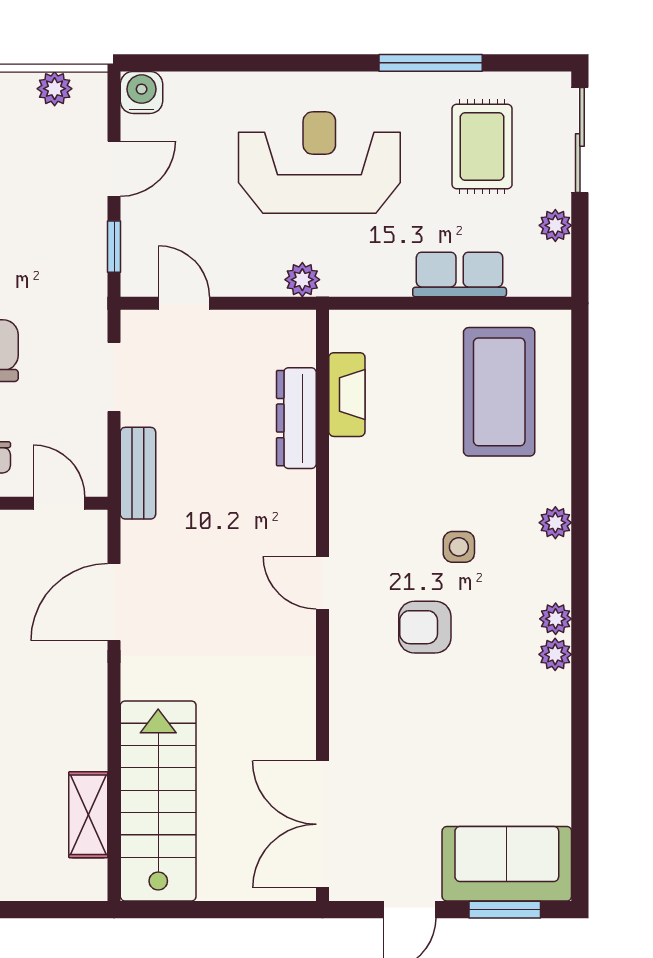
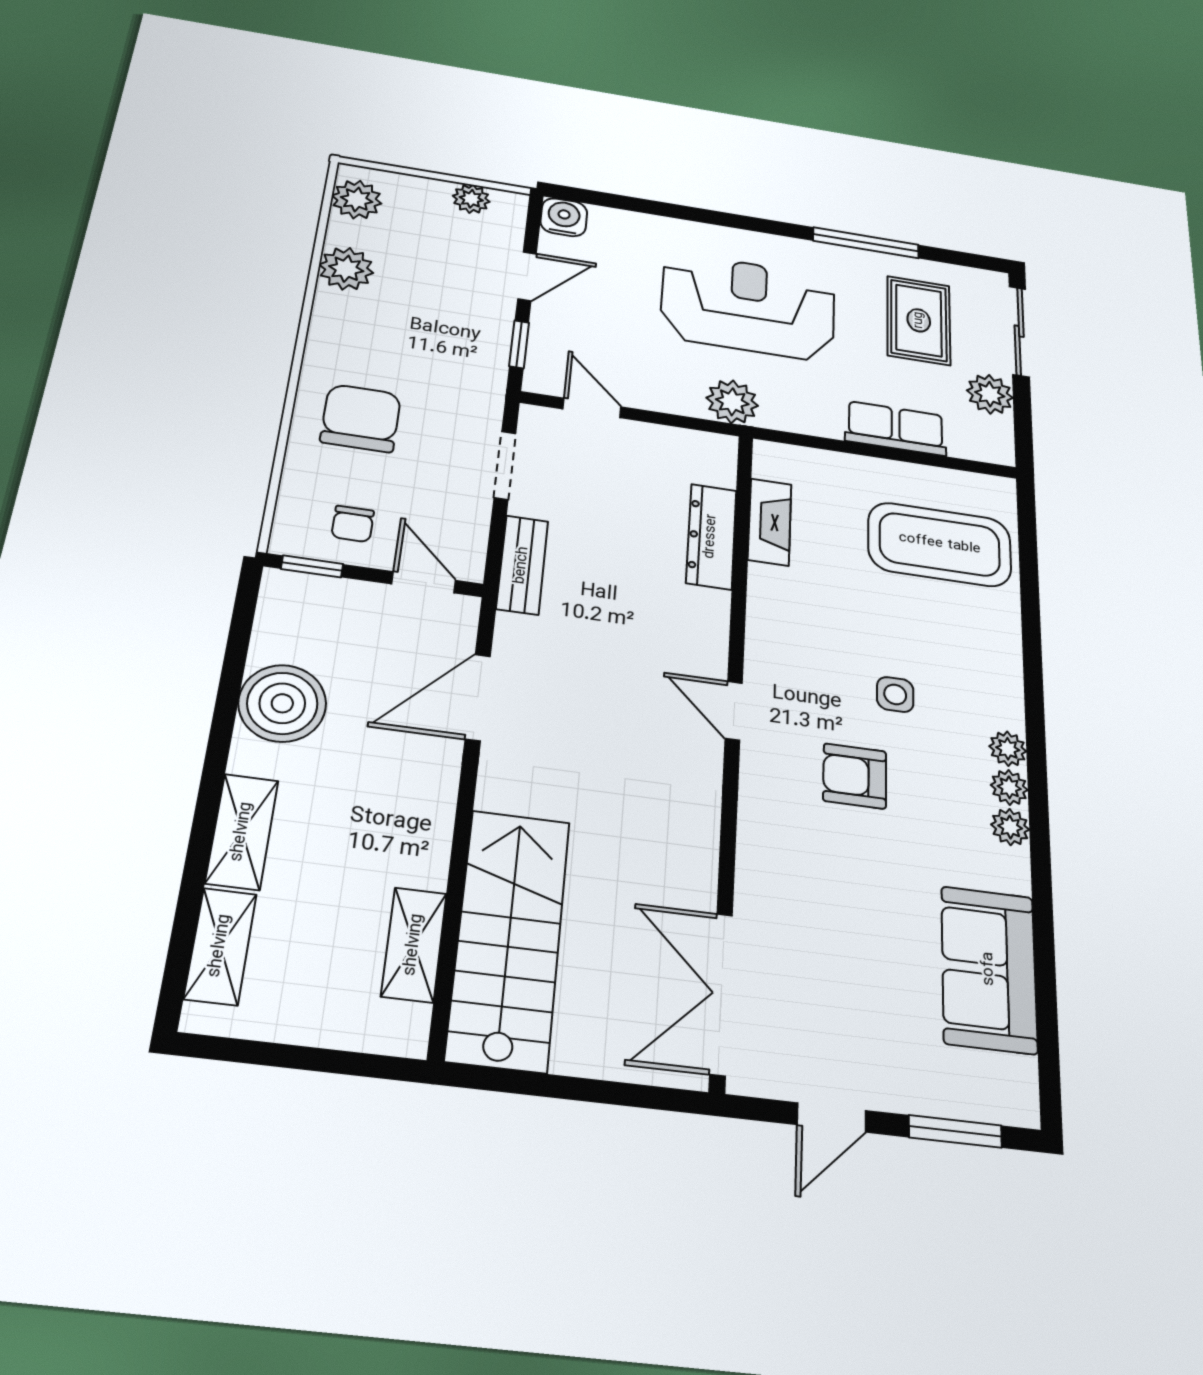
plant: (555, 225) -> (990, 394), width x1.38, depth x1.38
plant: (302, 280) -> (732, 402), width x1.38, depth x1.38
coffee table: (499, 392) -> (940, 544), turned 90
plant: (555, 523) -> (1008, 749), moved
sofa: (507, 864) -> (989, 969), moved, turned -90

